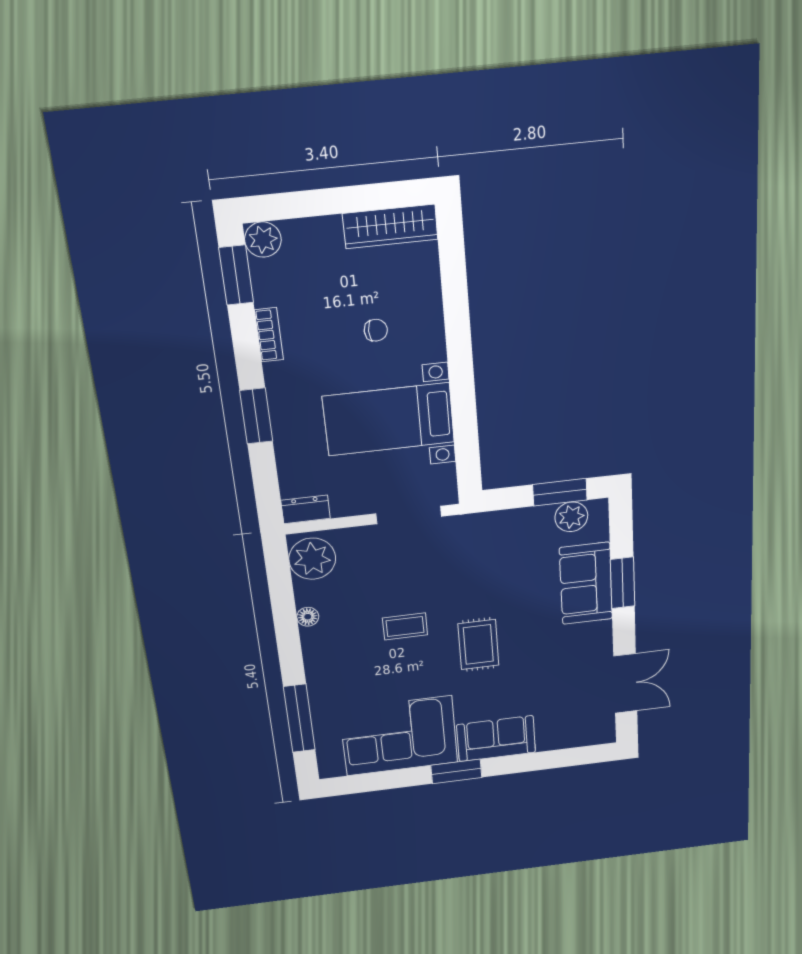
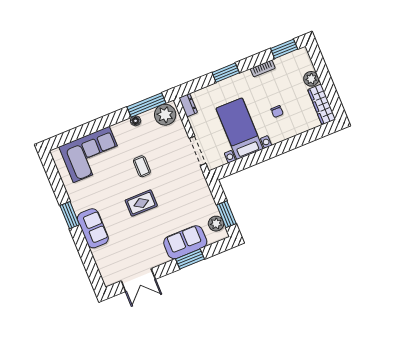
plant: (263, 240) -> (311, 79), moved
window: (299, 718) -> (146, 105), moved
corner sofa: (399, 736) -> (91, 154), moved, turned 90

